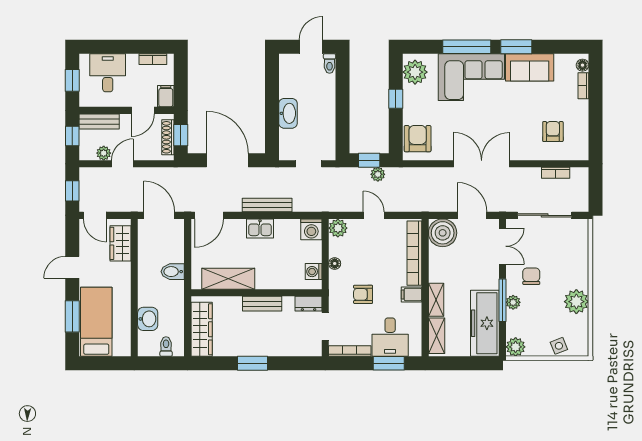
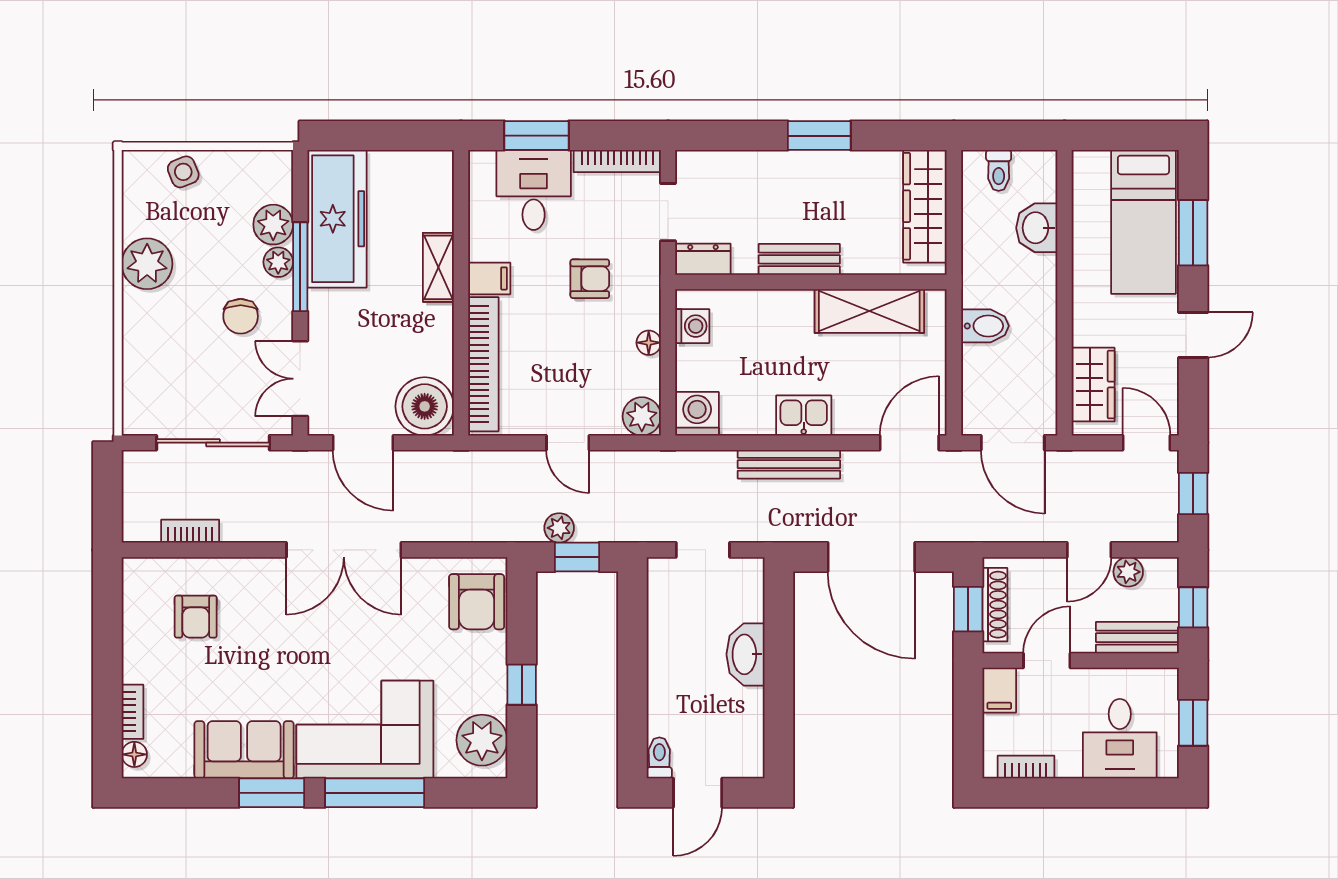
shelving: (437, 336) -> (437, 193), removed
plant: (516, 347) -> (273, 225), moved

